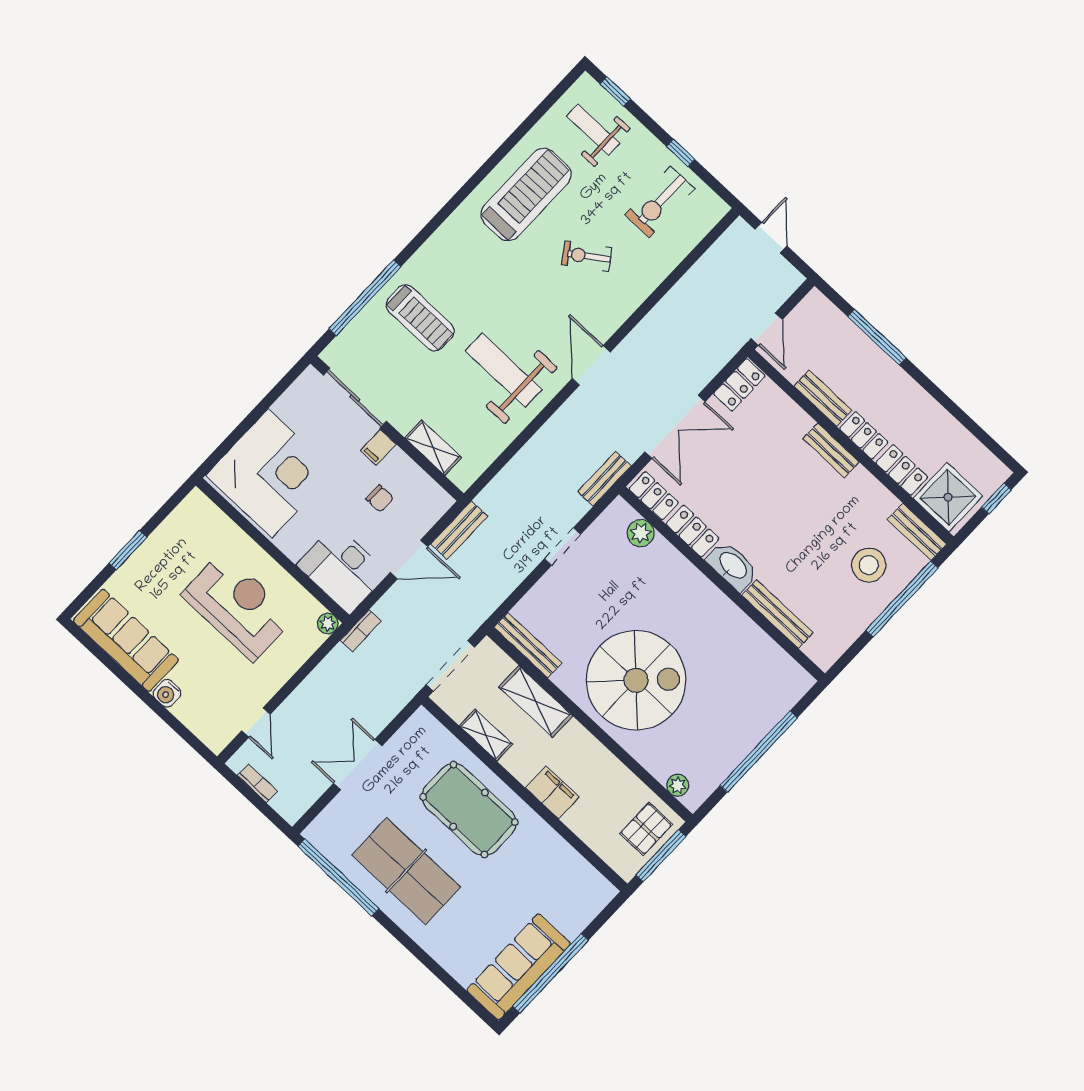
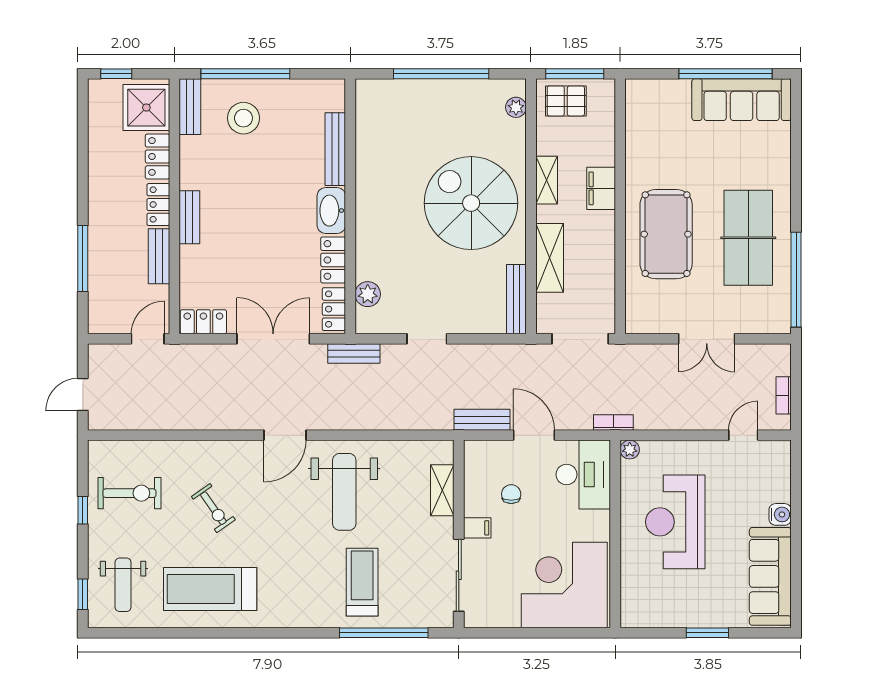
shelving: (486, 735) -> (547, 180), moved

